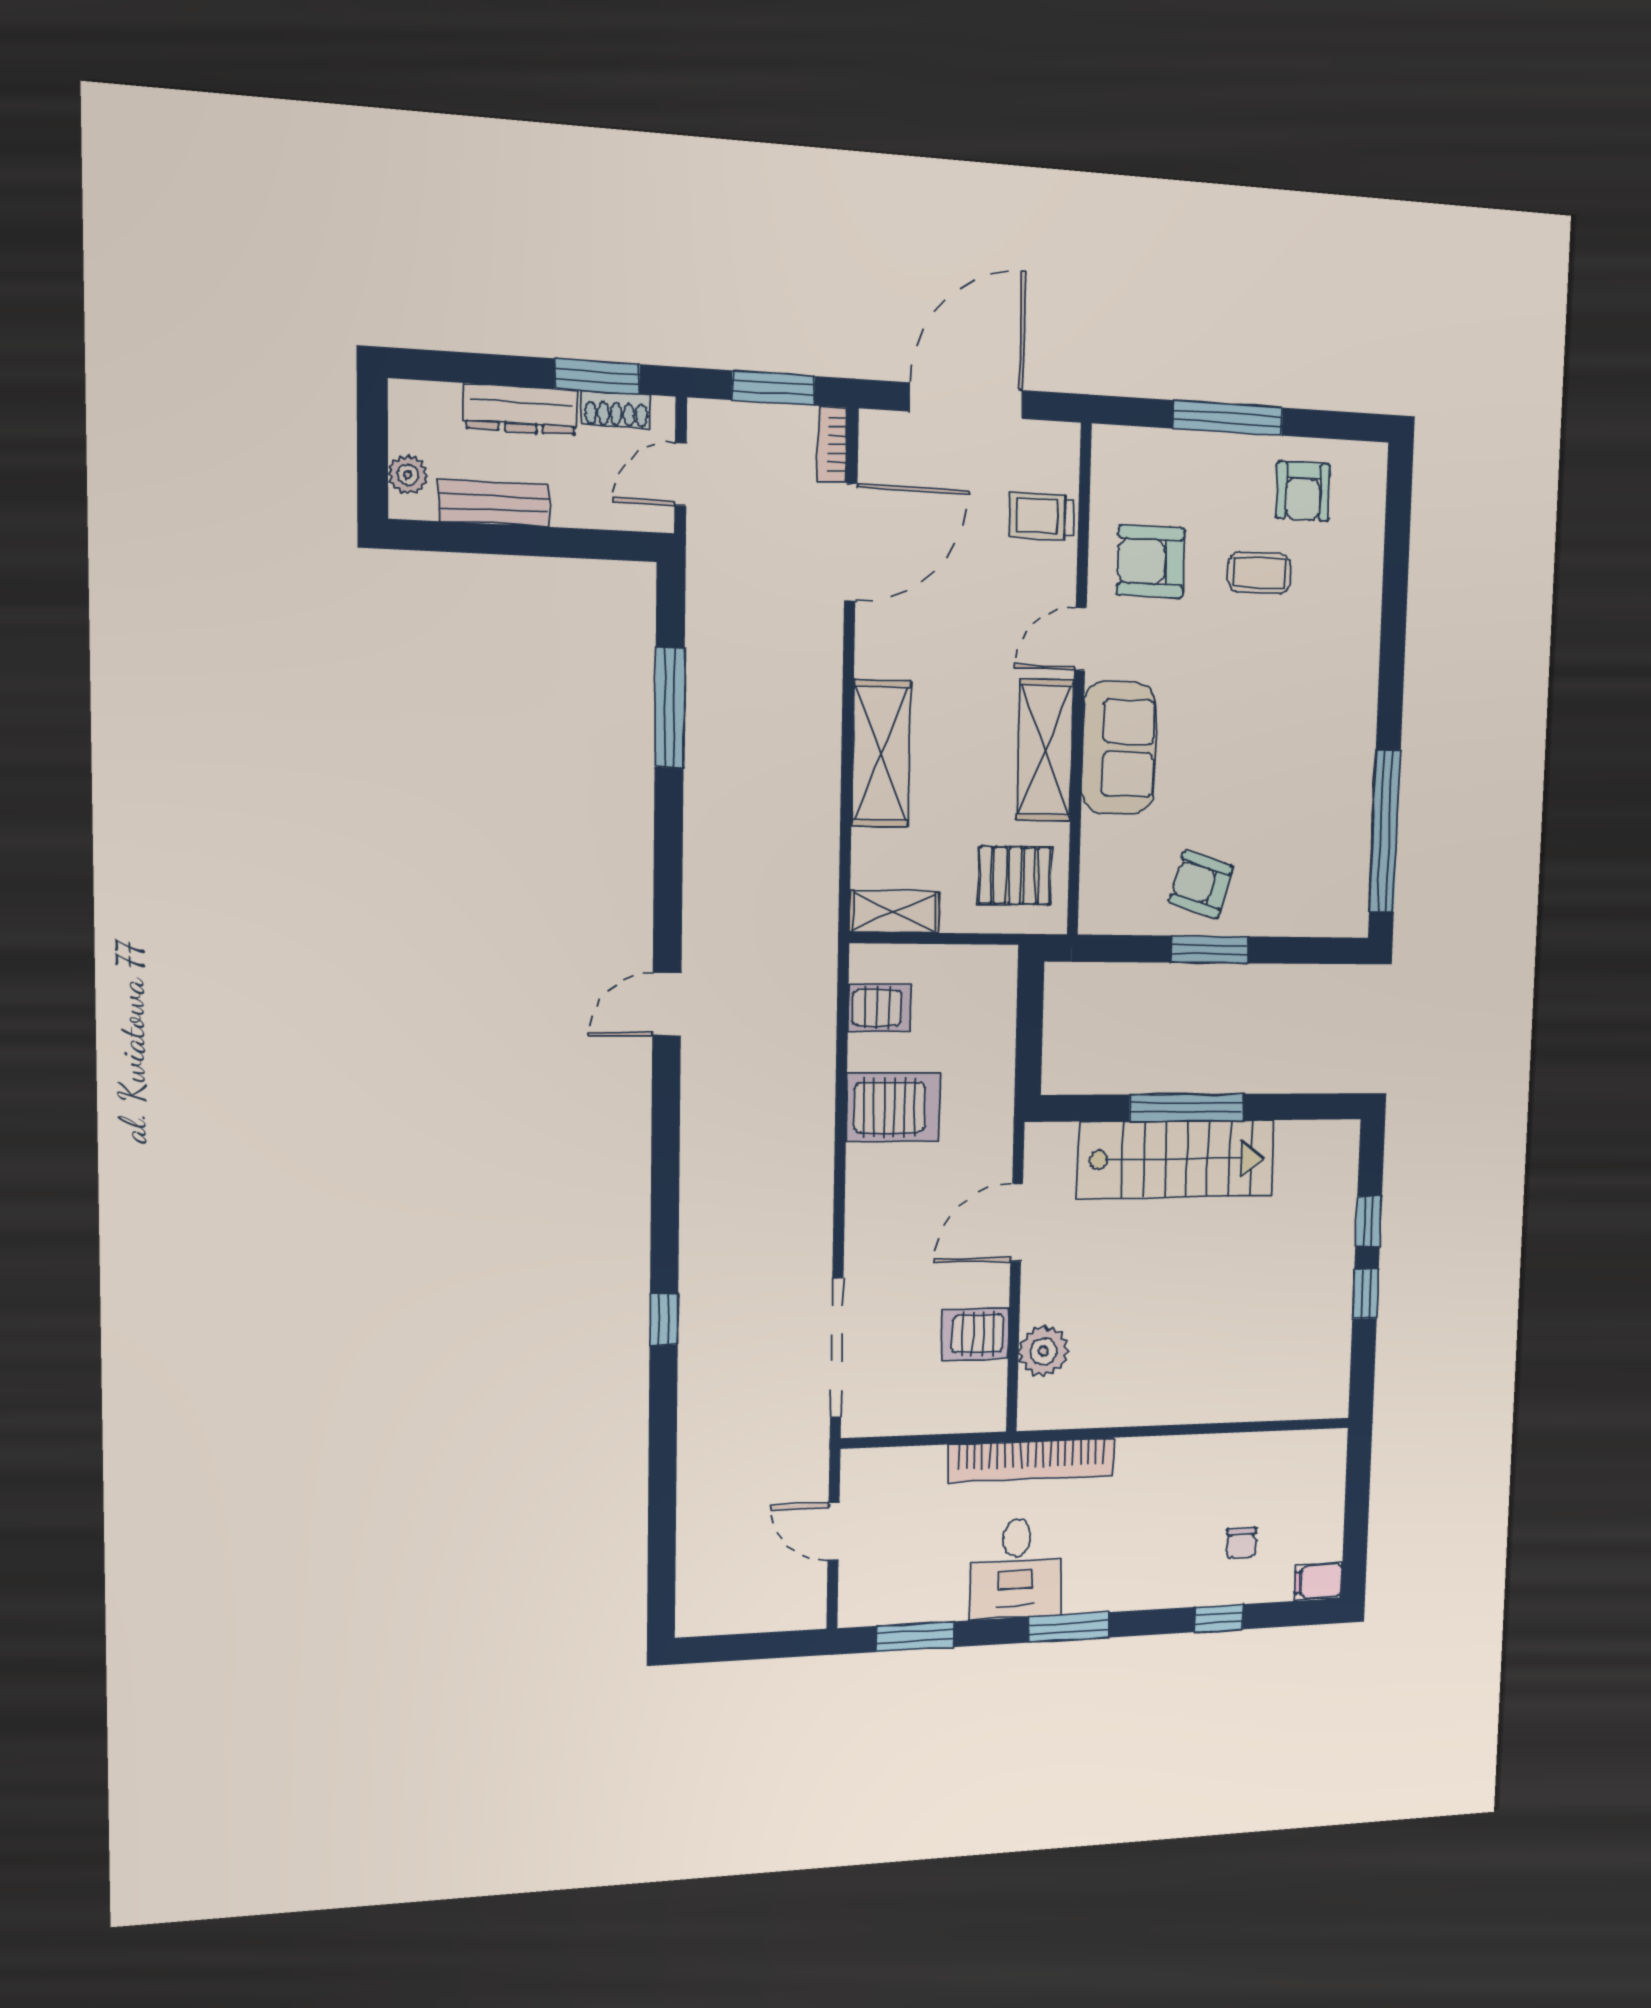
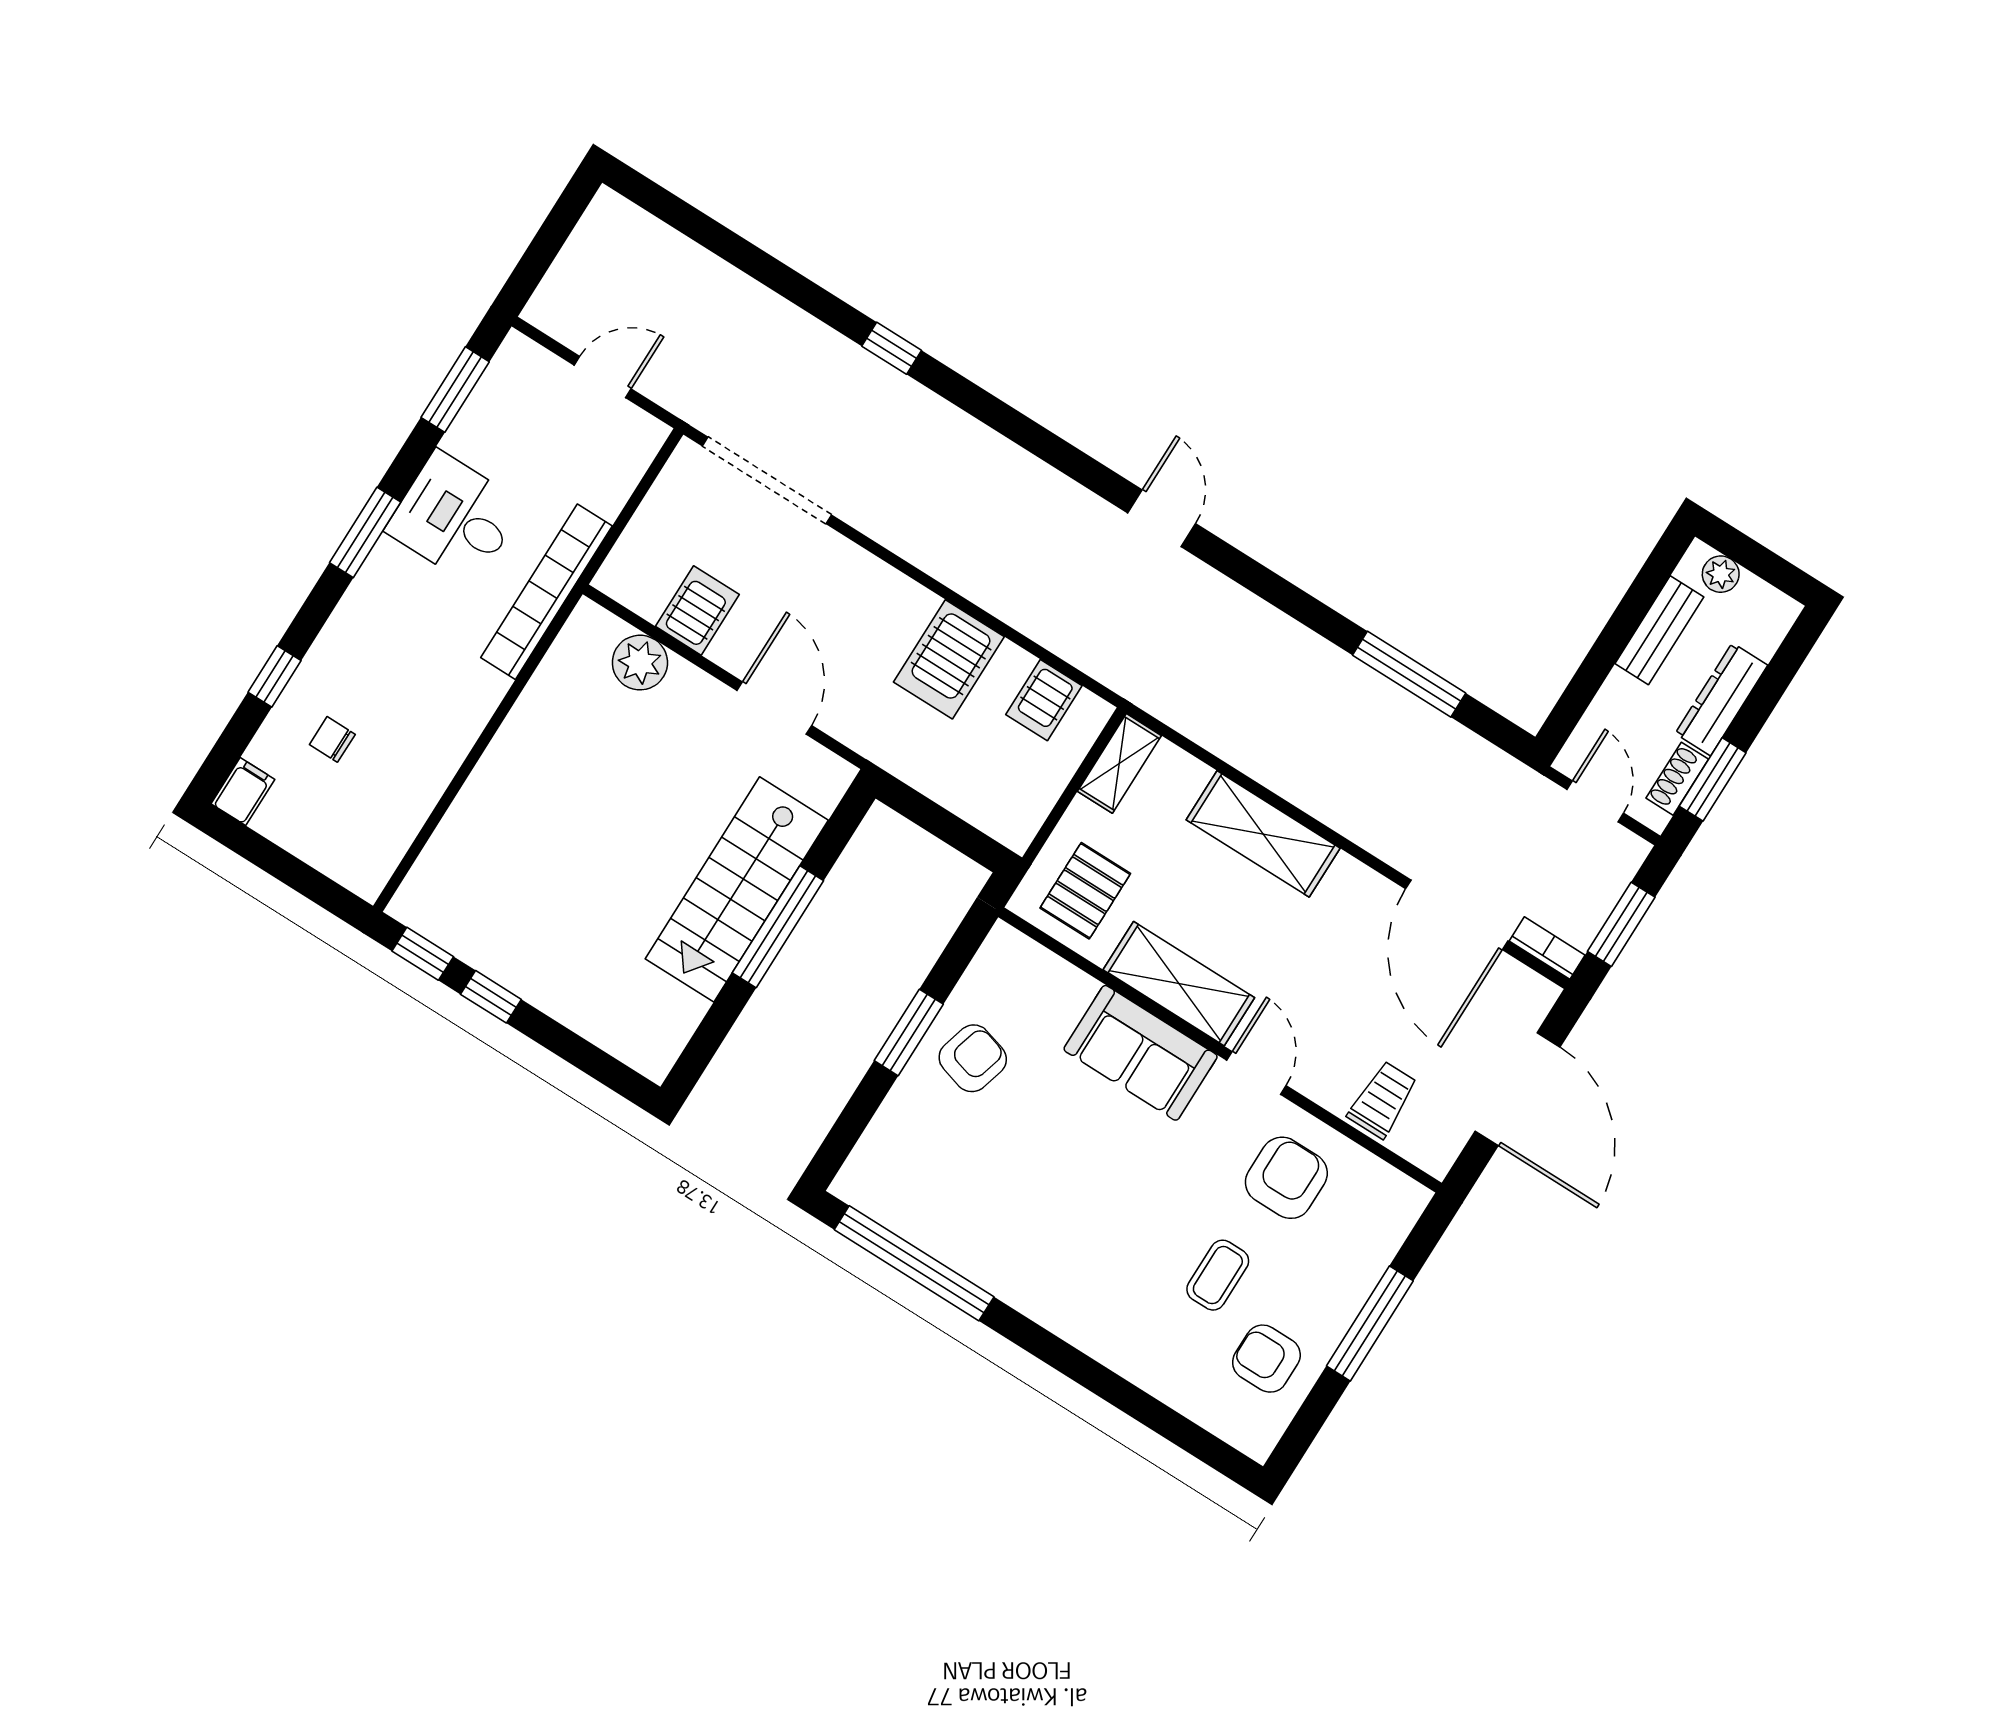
window: (1369, 1221) -> (423, 954), moved

